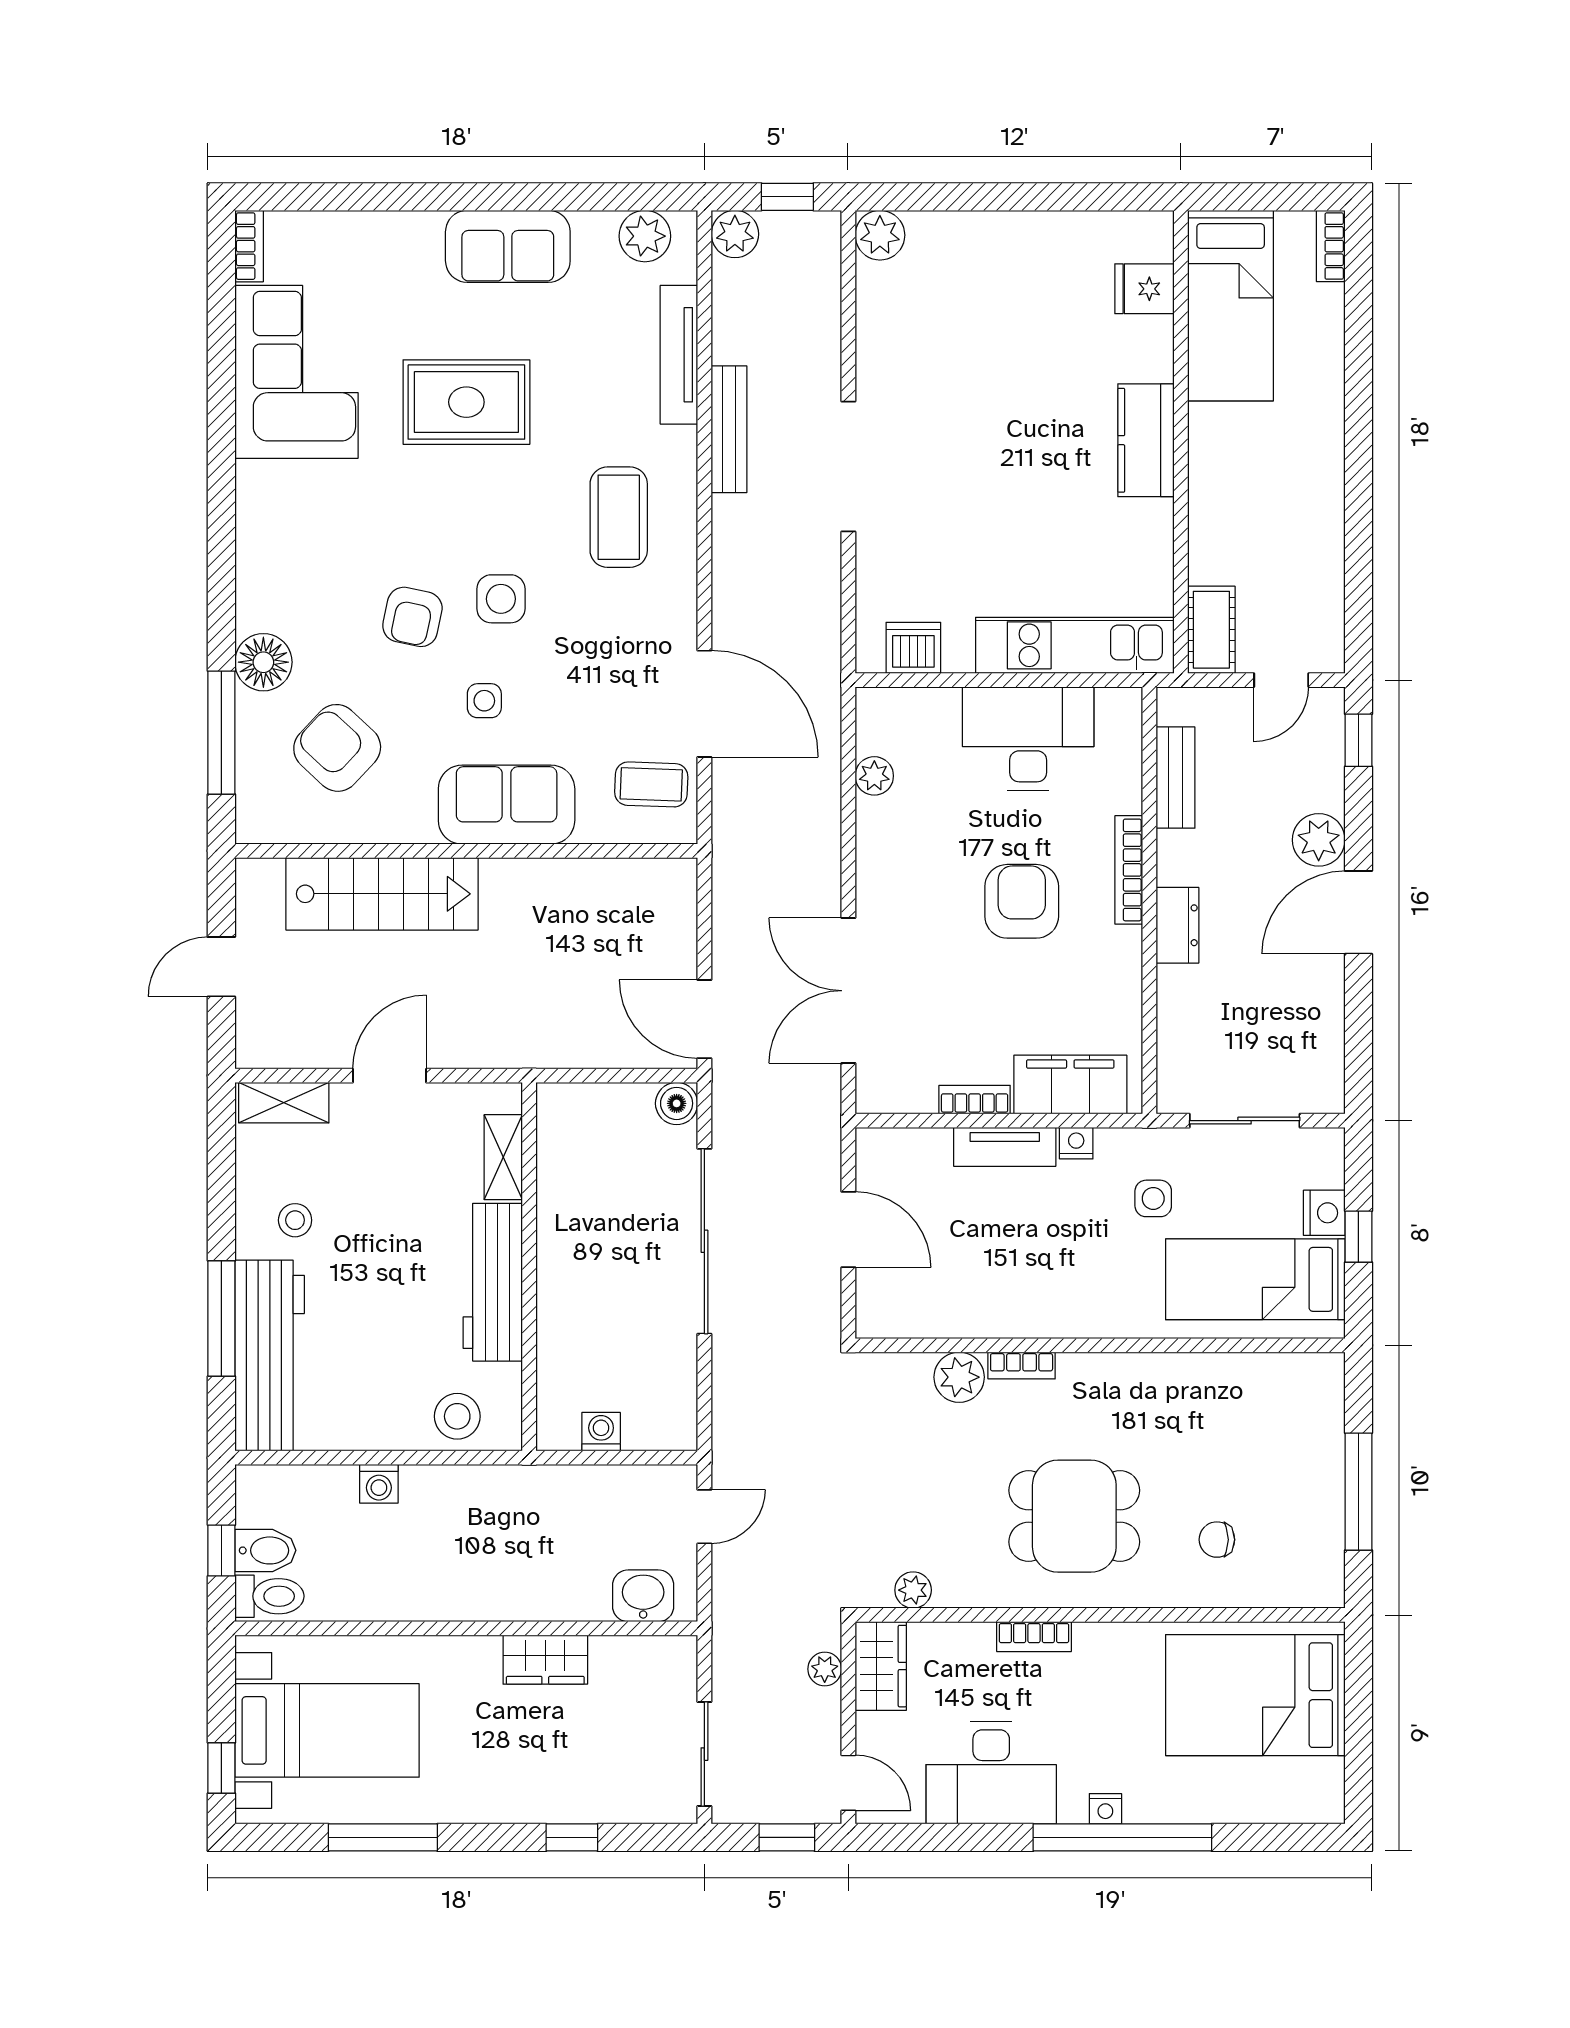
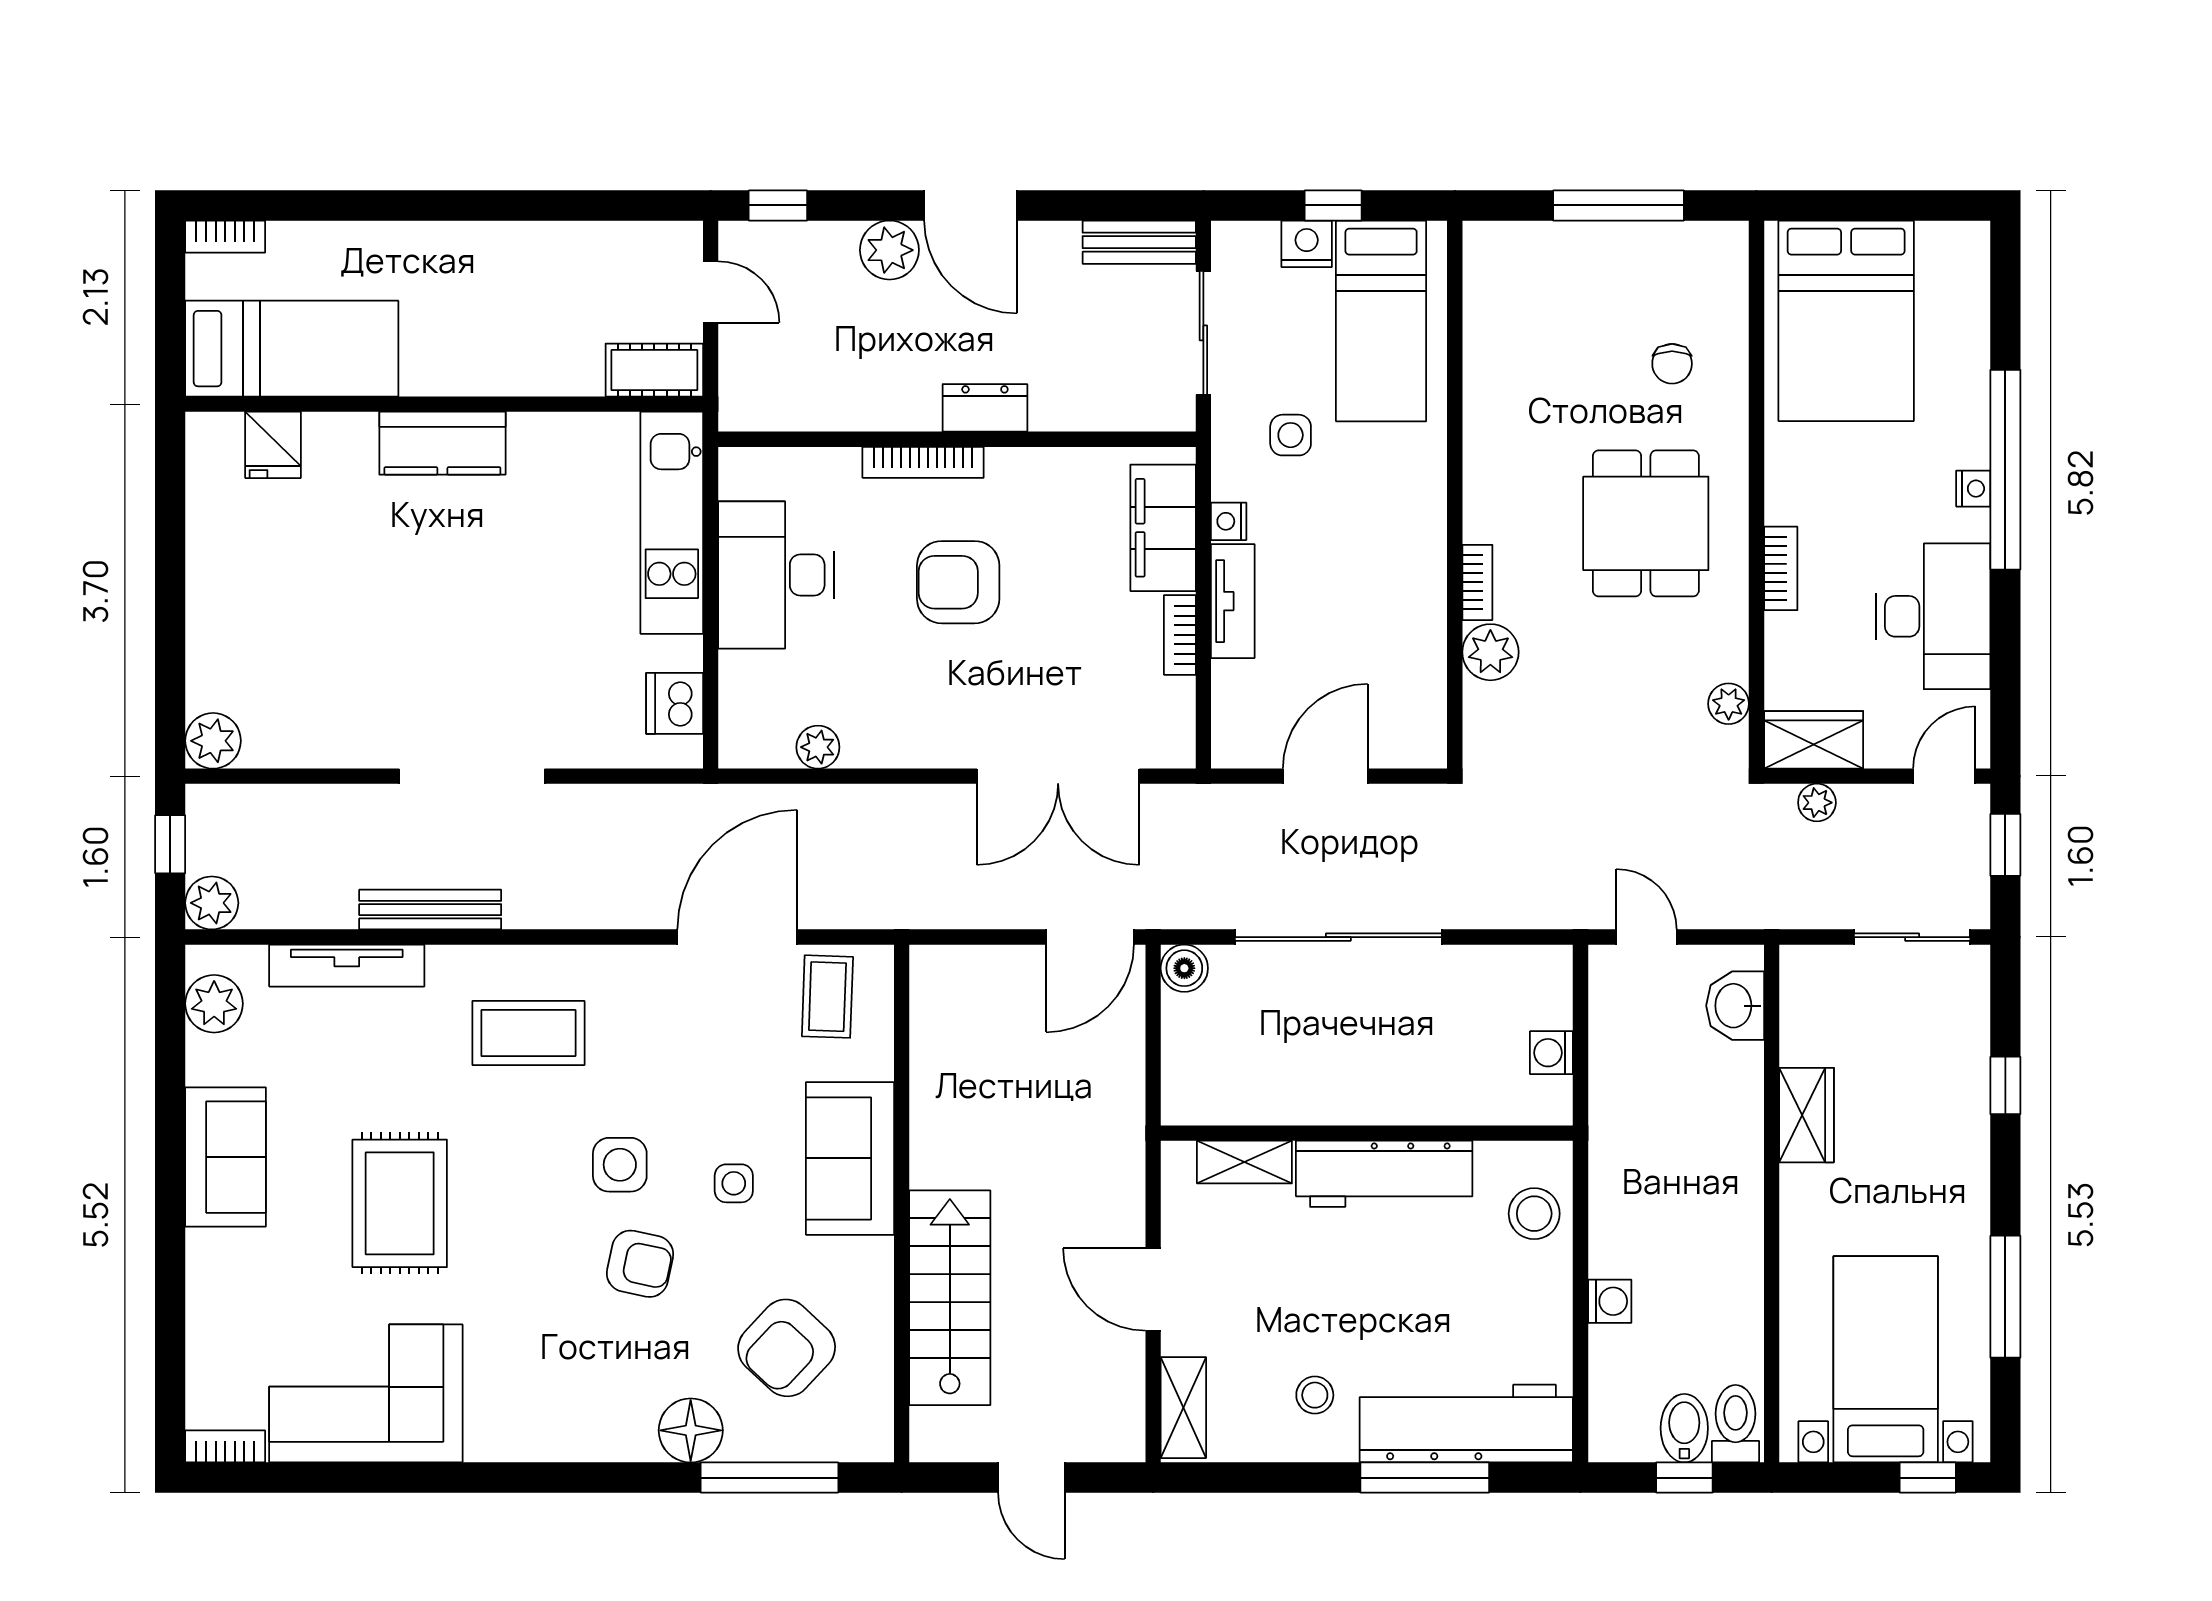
bench: (1176, 778) -> (1139, 242), moved

